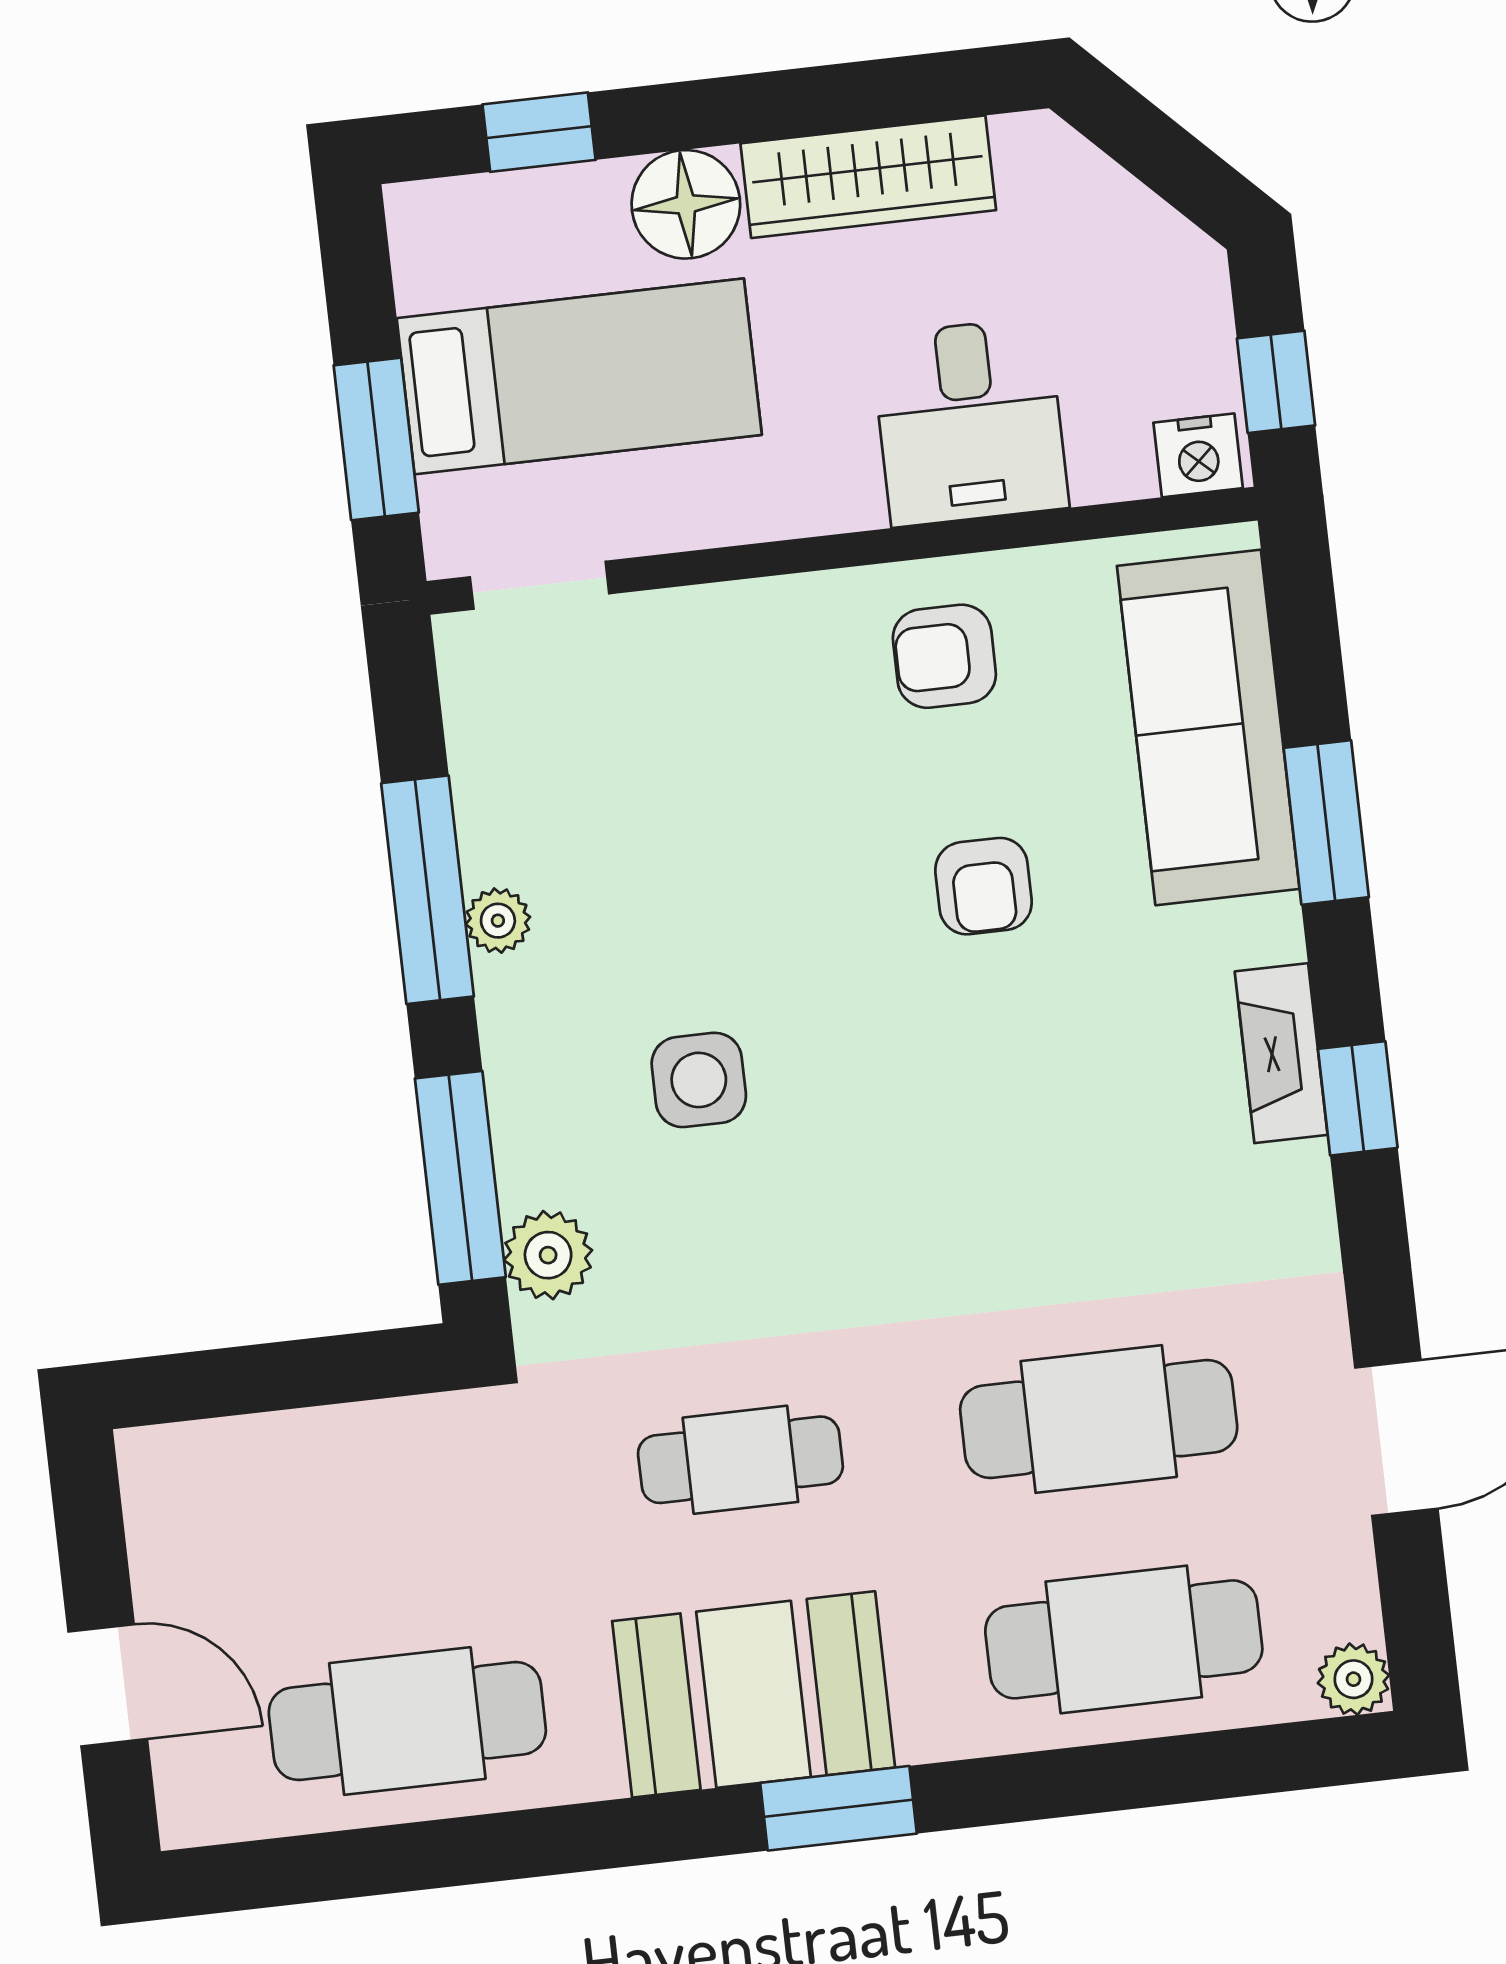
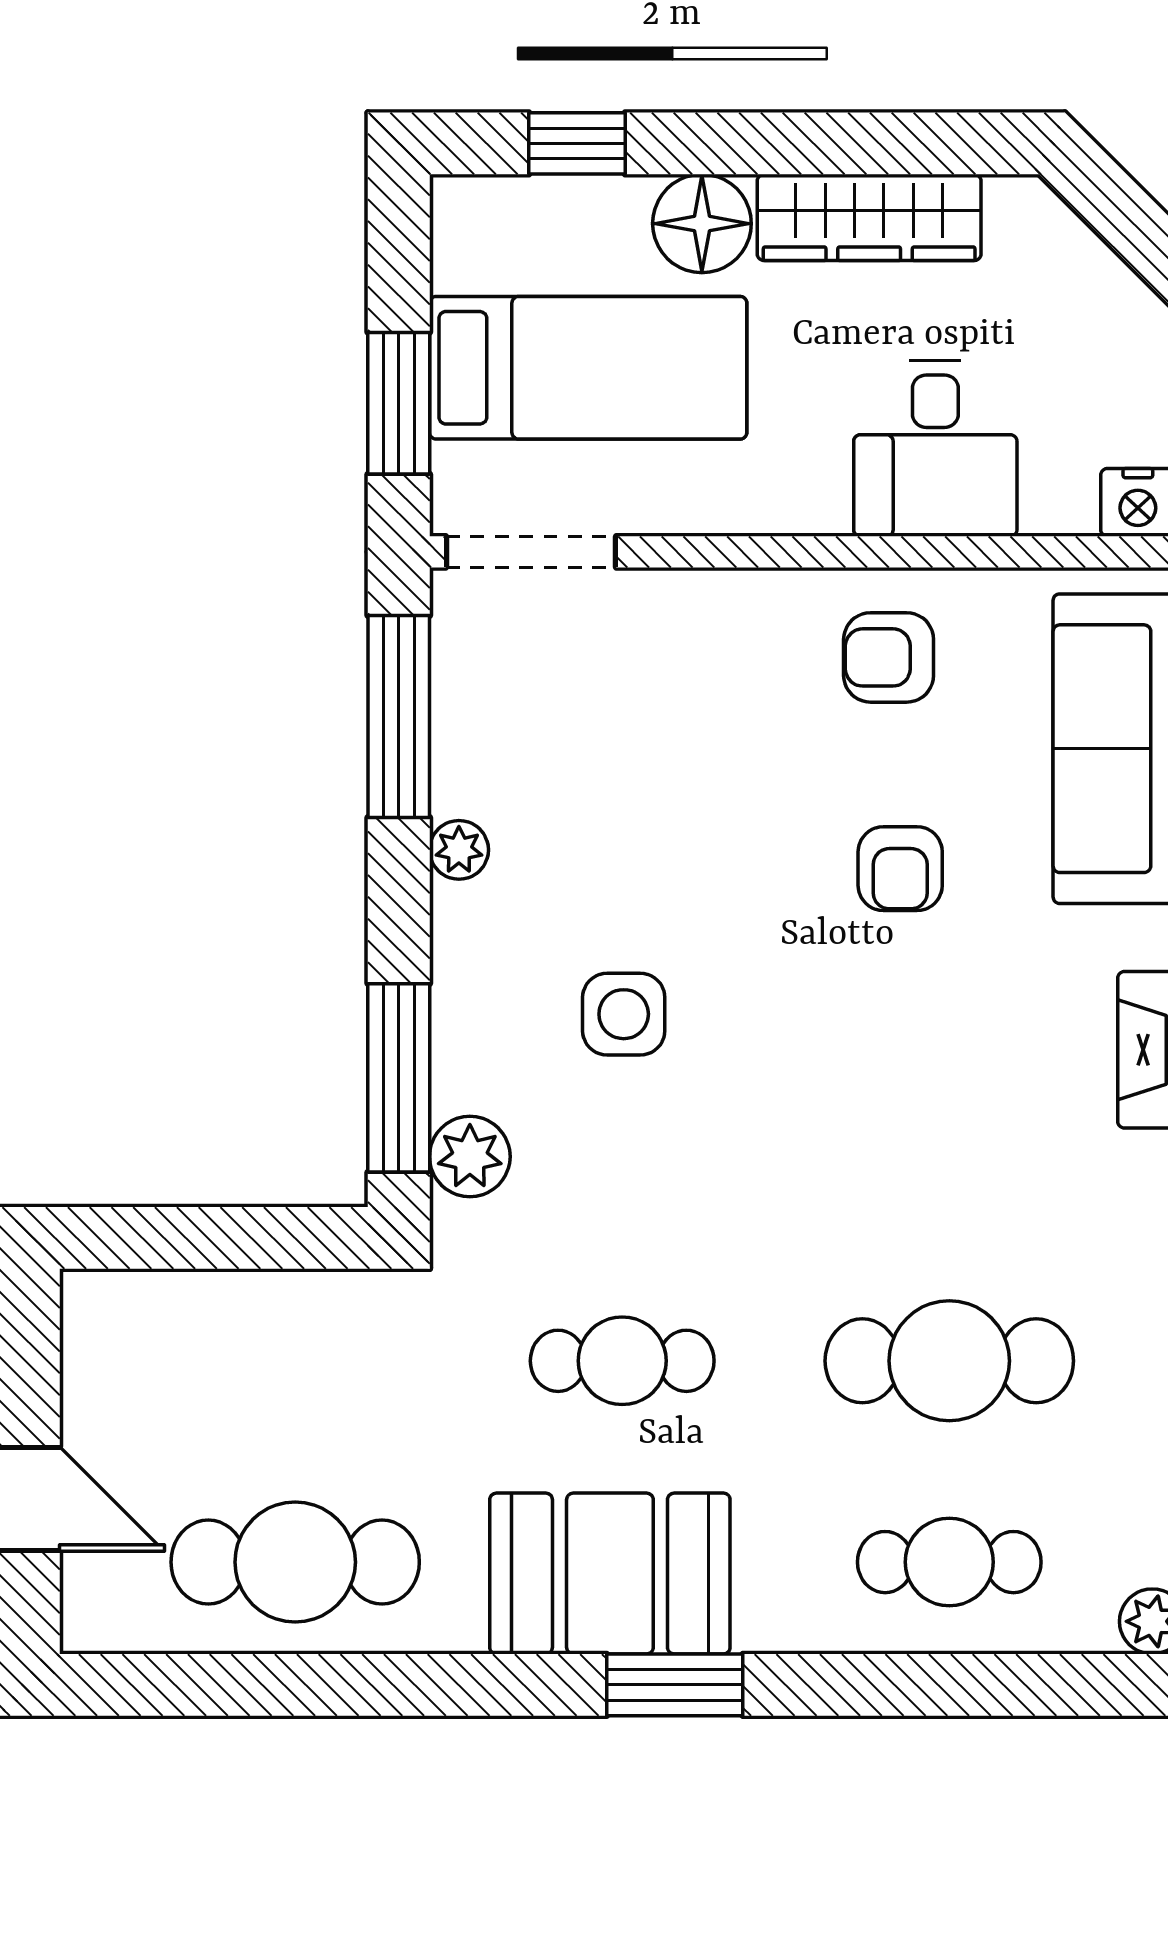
doorway: (540, 585) -> (531, 552), width x1.38
window: (428, 890) -> (399, 717), moved
cafe table: (1124, 1639) -> (949, 1562), width x0.73, depth x0.74

